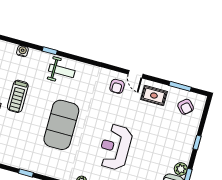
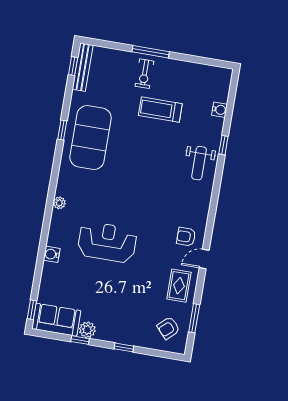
exercise mat: (61, 125) -> (91, 138), moved, turned 90

